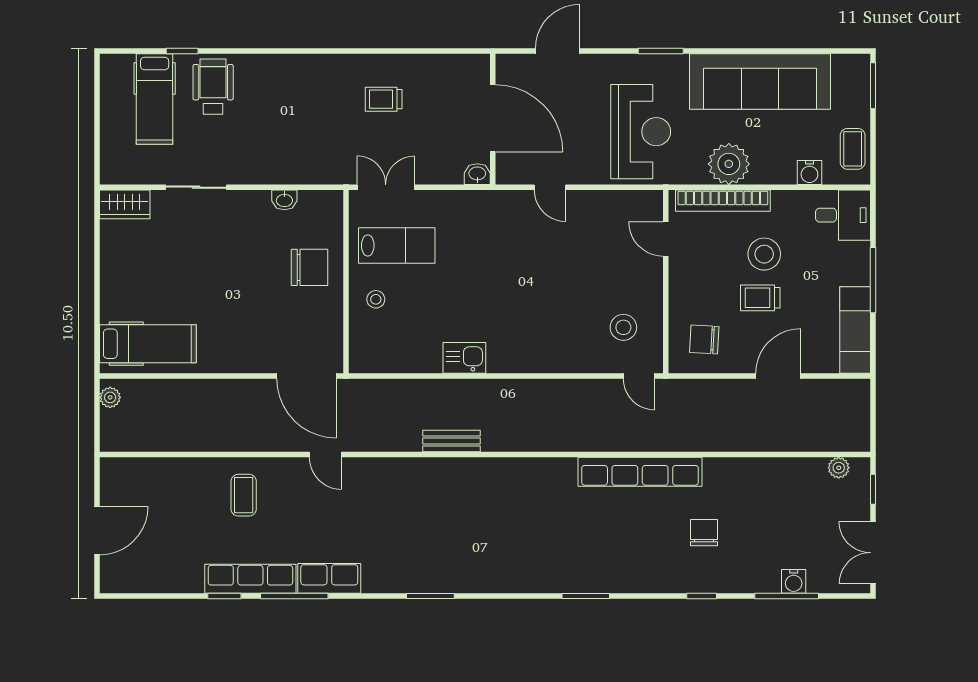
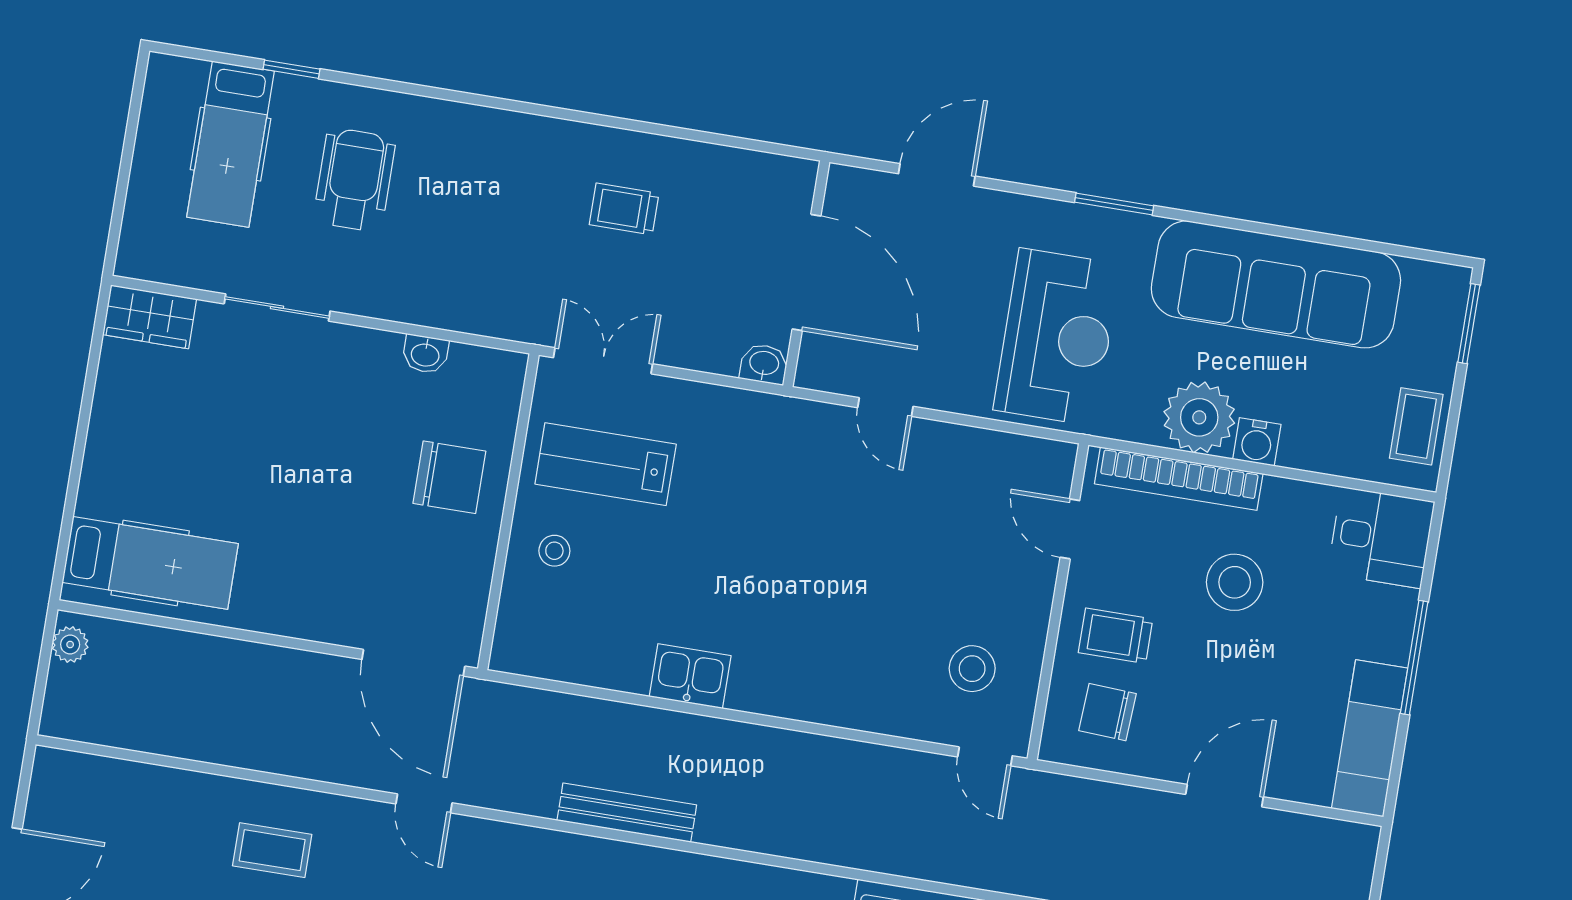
wheelchair: (213, 87) -> (354, 180), moved
water cooler: (809, 172) -> (1257, 442), moved
lab bench: (397, 245) -> (606, 464), turned 180
trolley: (760, 298) -> (1116, 636), moved
bench: (451, 441) -> (627, 813), width x1.36
coffee table: (244, 495) -> (272, 850), turned 90

